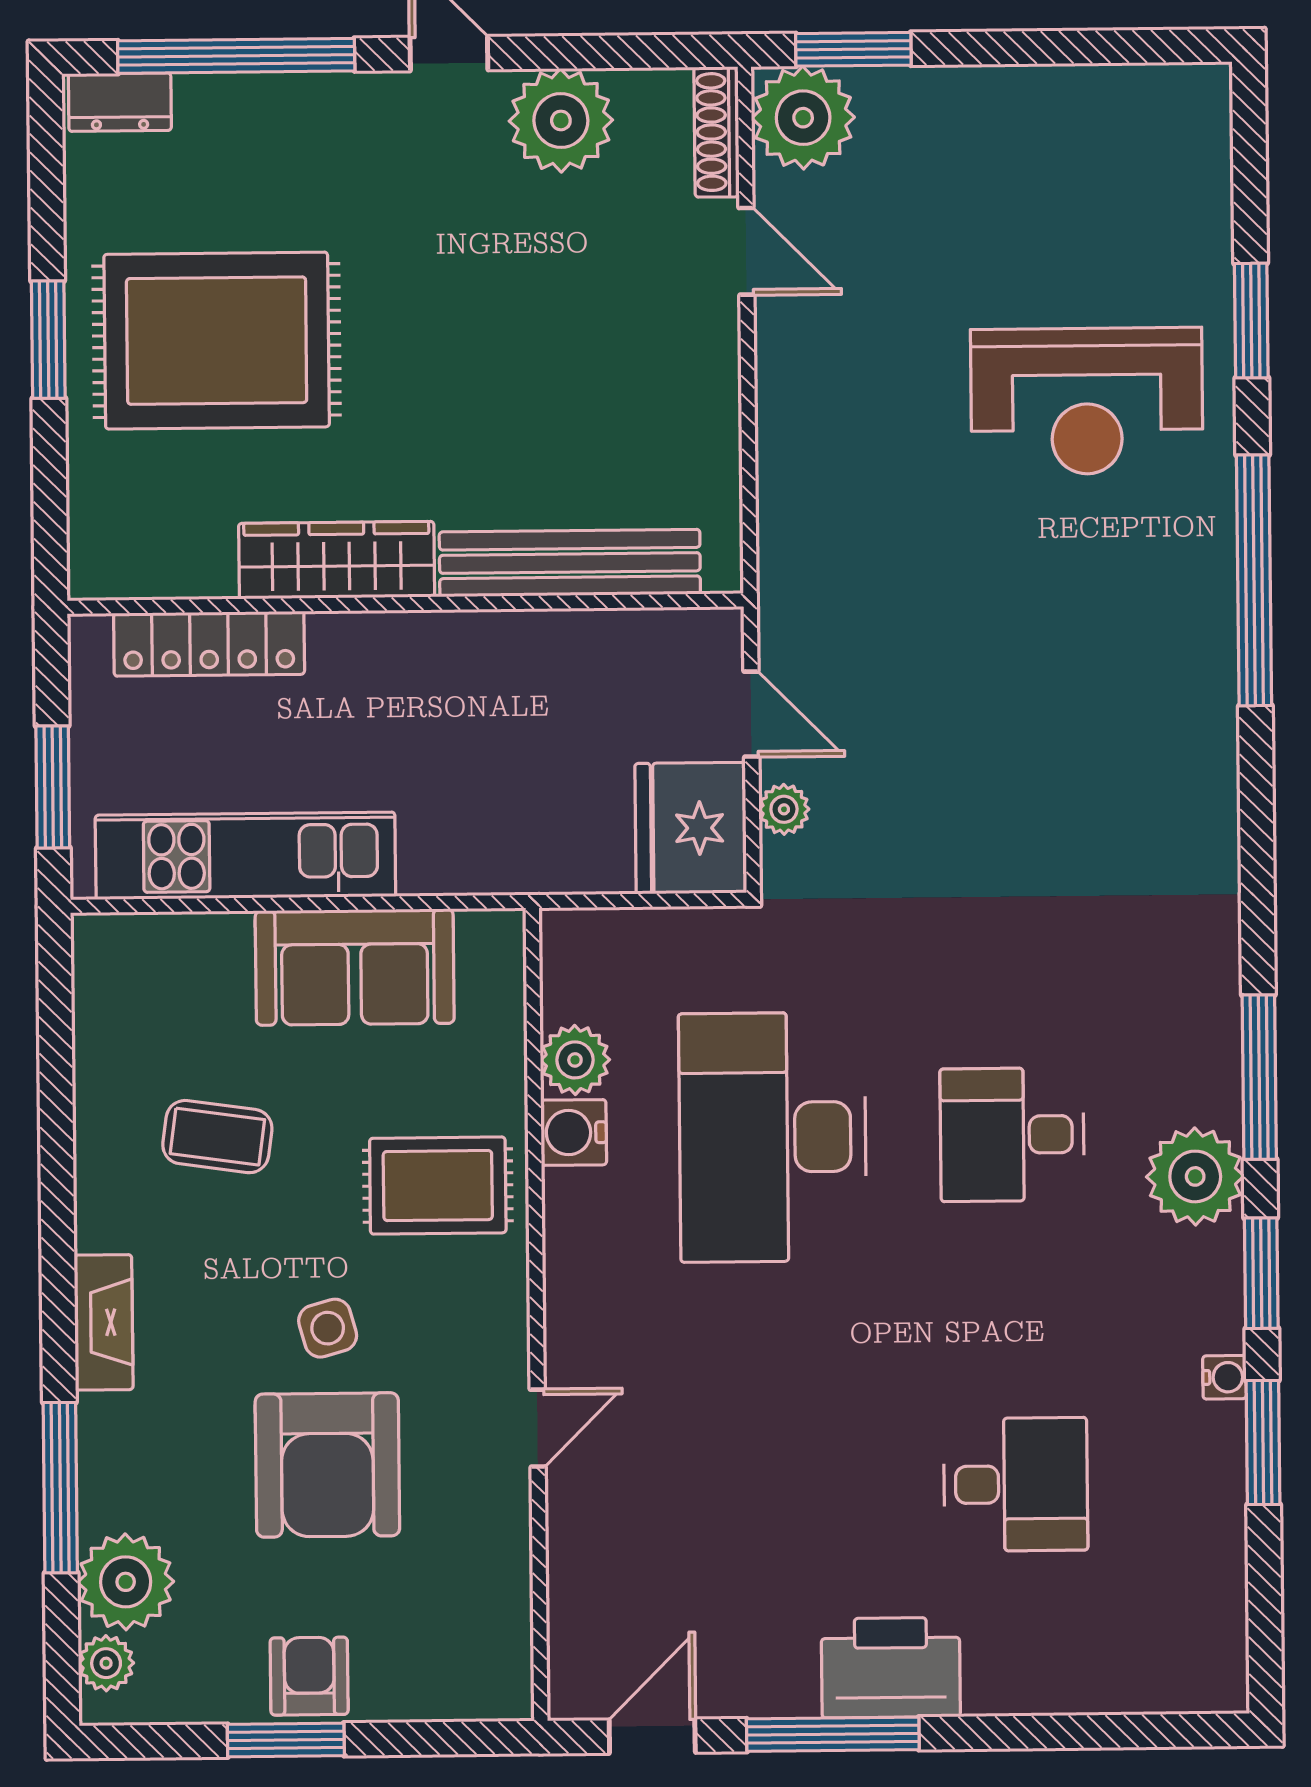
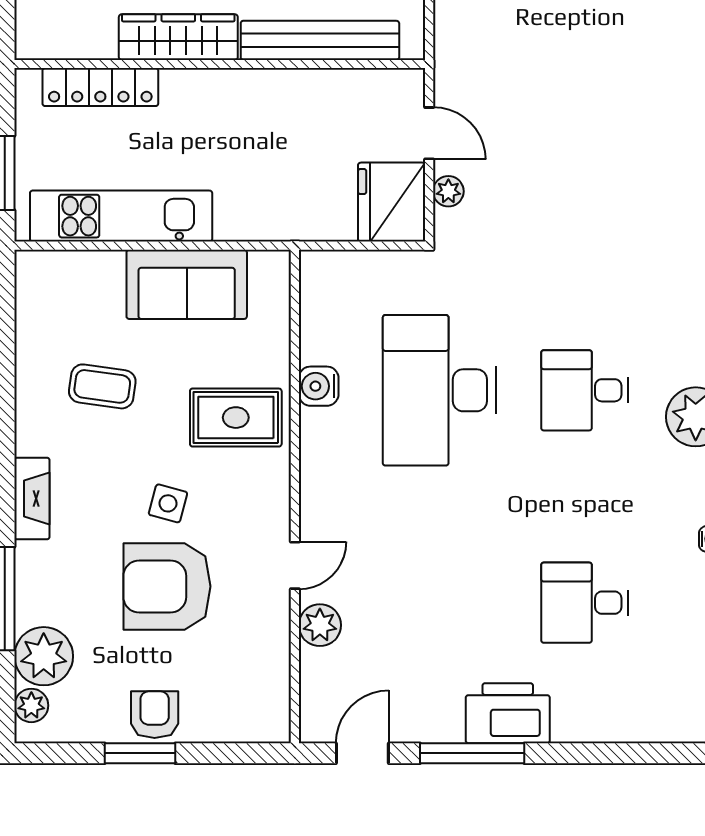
plant: (575, 1060) -> (320, 625), moved
side table: (328, 1328) -> (168, 503), turned 31
armchair: (327, 1465) -> (167, 586), turned 90
desk: (1016, 1484) -> (585, 603), turned 180

